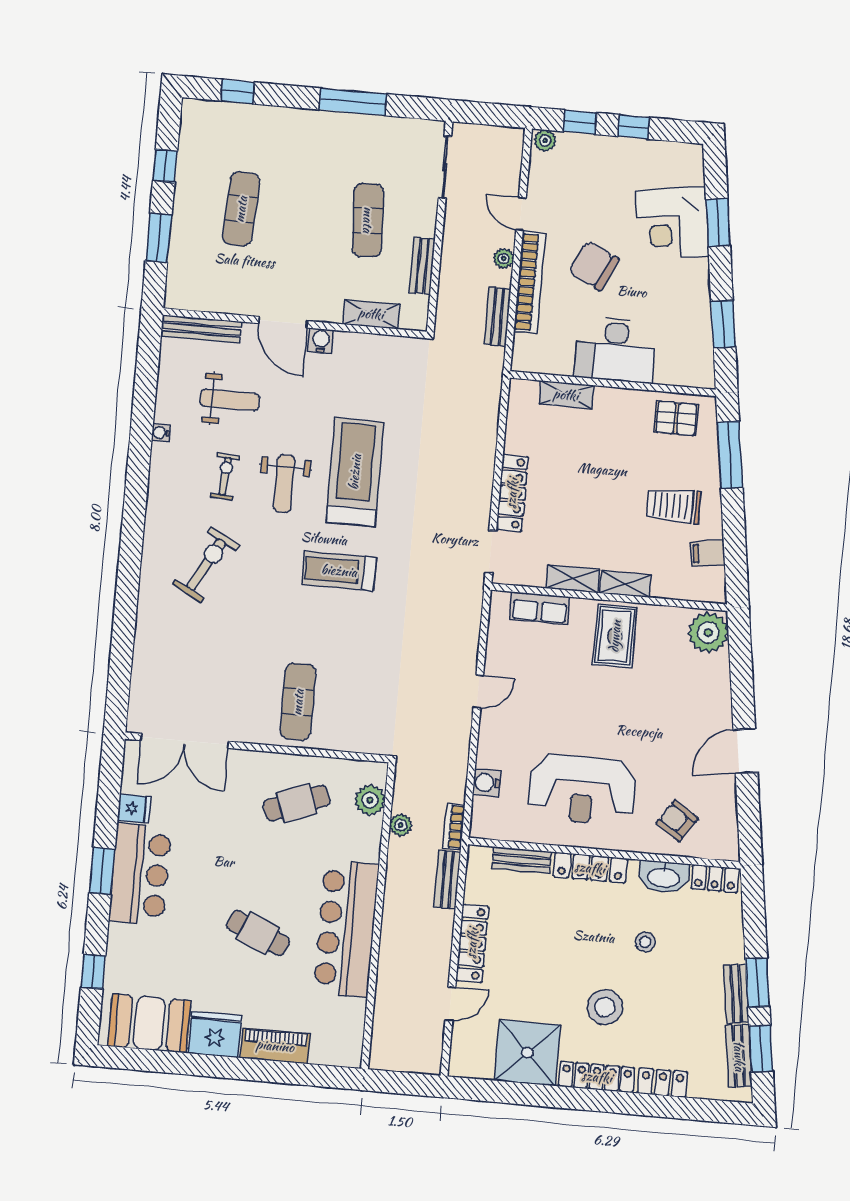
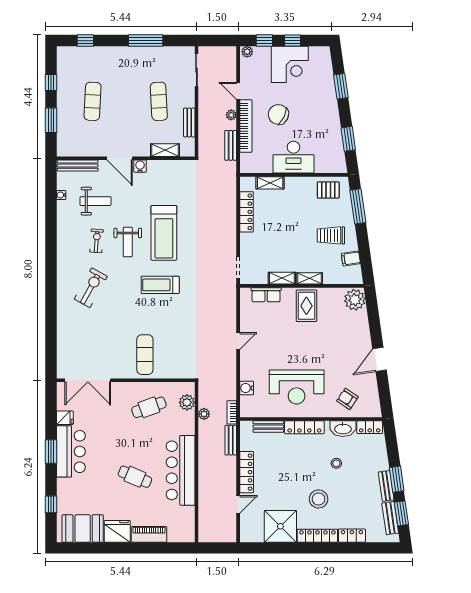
corner desk: (672, 223) -> (290, 64), moved, turned -82
water cooler: (161, 433) -> (61, 195), moved
treadmill: (355, 472) -> (164, 233), turned 180
locker: (512, 493) -> (246, 212), moved

